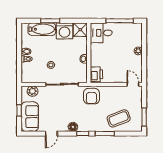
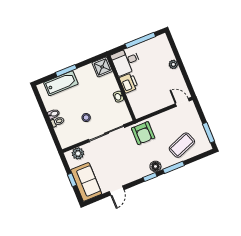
washing machine: (64, 31) -> (86, 75), removed
printer: (96, 74) -> (129, 83), moved
floor lamp: (73, 127) -> (155, 166), moved

